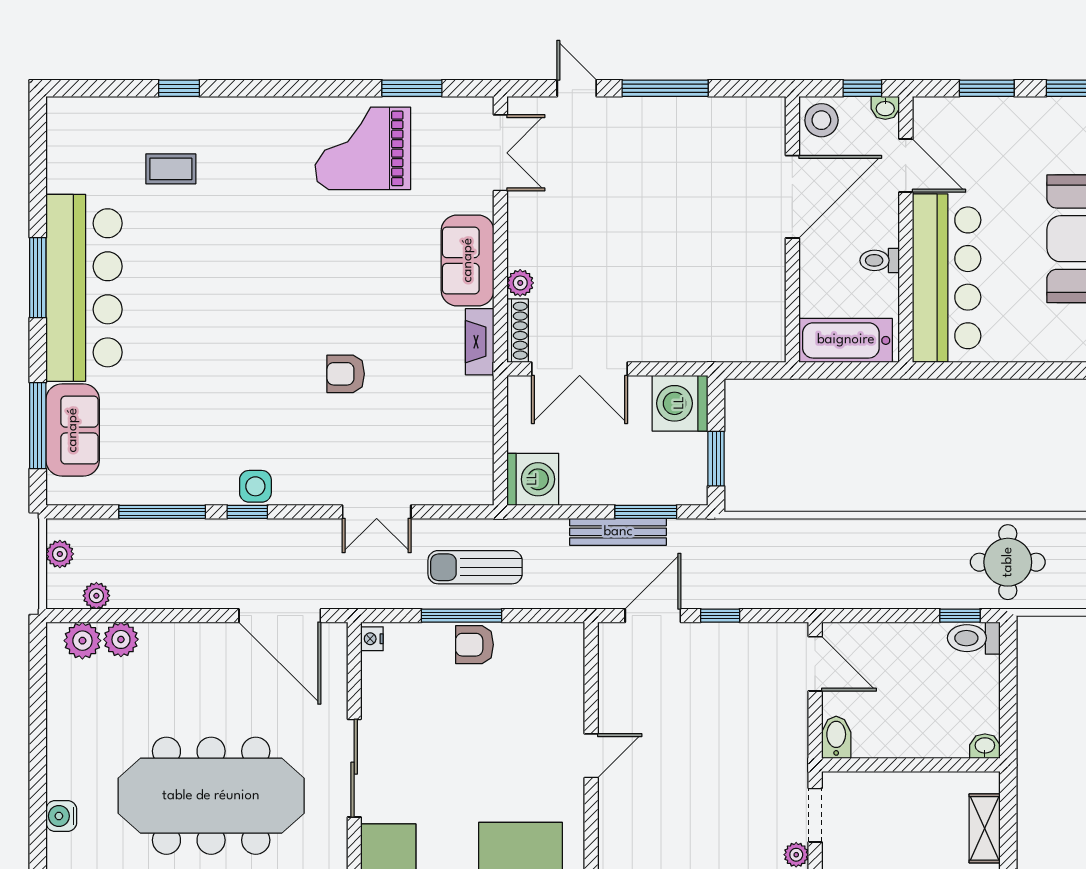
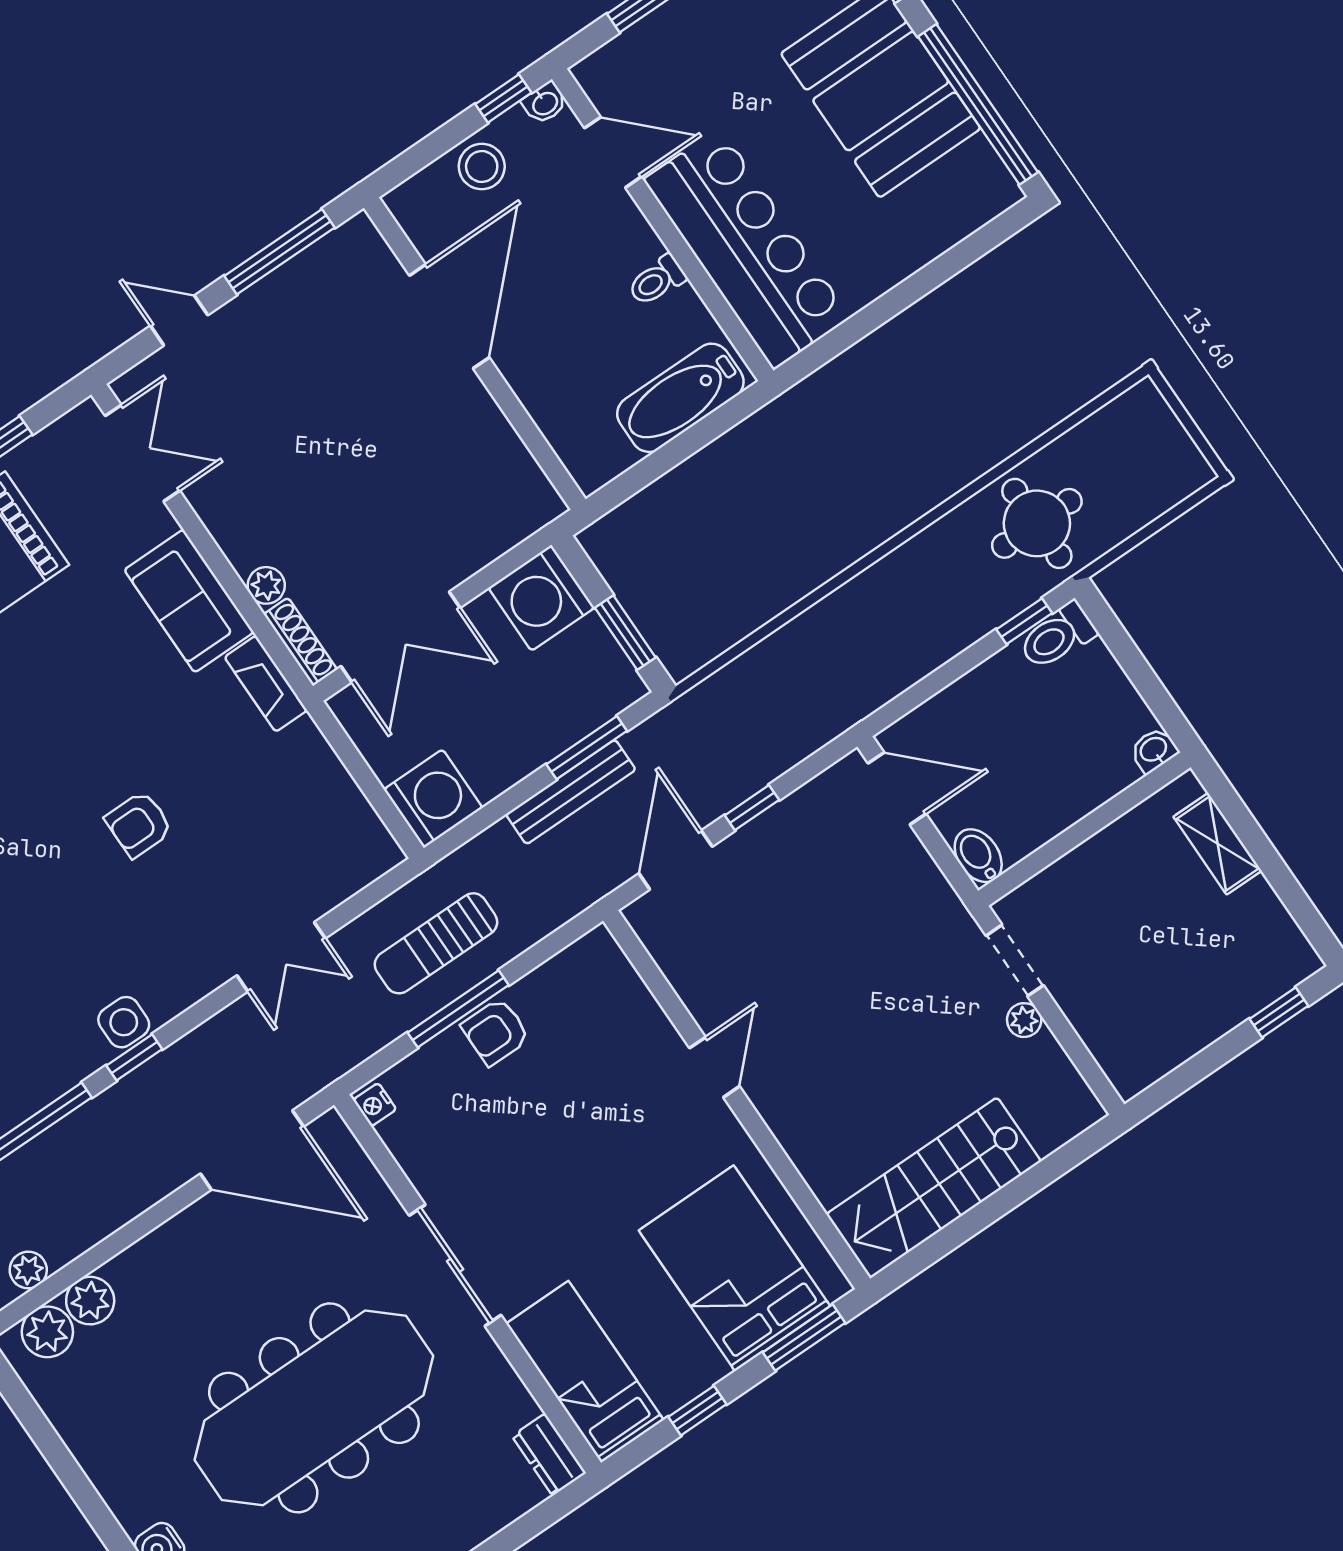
door: (792, 197) -> (449, 316), moved
wall: (792, 229) -> (475, 353), moved

